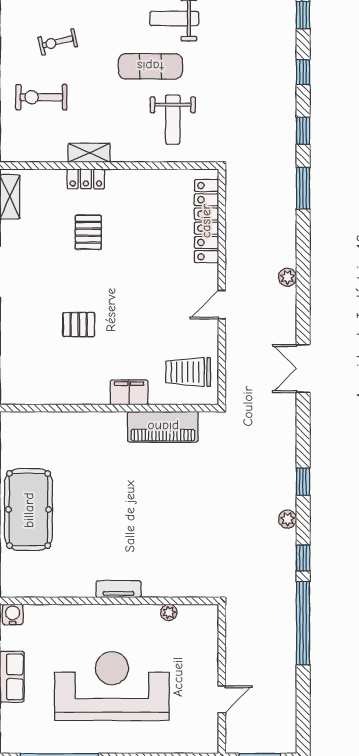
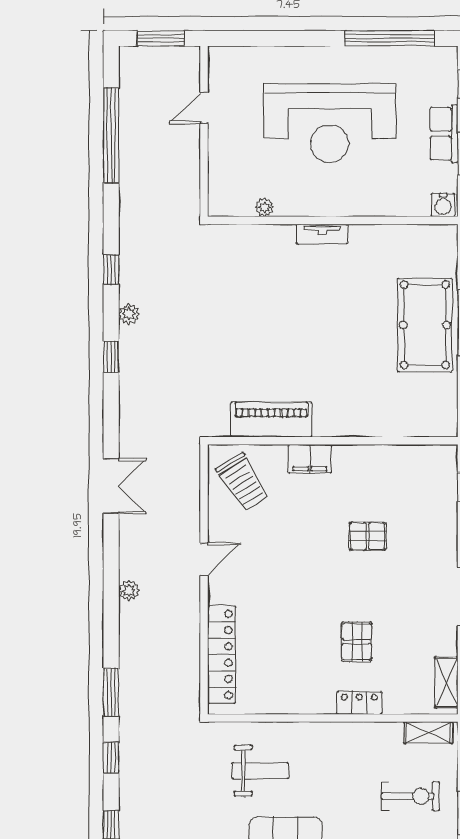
weight bench: (173, 120) -> (260, 771), turned 90
shelving: (89, 153) -> (428, 733), moved
trolley: (188, 372) -> (242, 482), turned 58
window: (303, 623) -> (111, 135), moved

